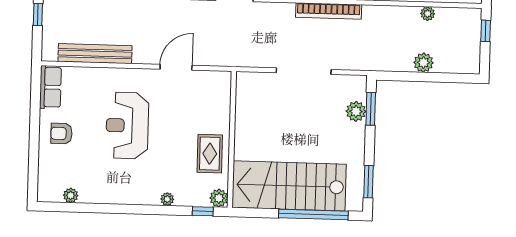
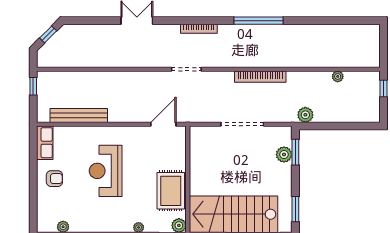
plant: (423, 63) -> (305, 115), moved
door: (176, 67) -> (163, 124), moved
armchair: (61, 133) -> (54, 179), turned 180
rug: (210, 154) -> (171, 191), width x1.36, depth x1.43

